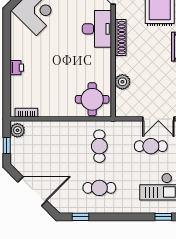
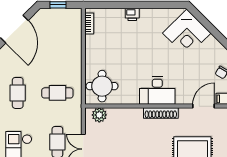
desk: (97, 29) -> (157, 91), moved
plant: (122, 82) -> (99, 115), moved
plant: (17, 130) -> (73, 15), removed

